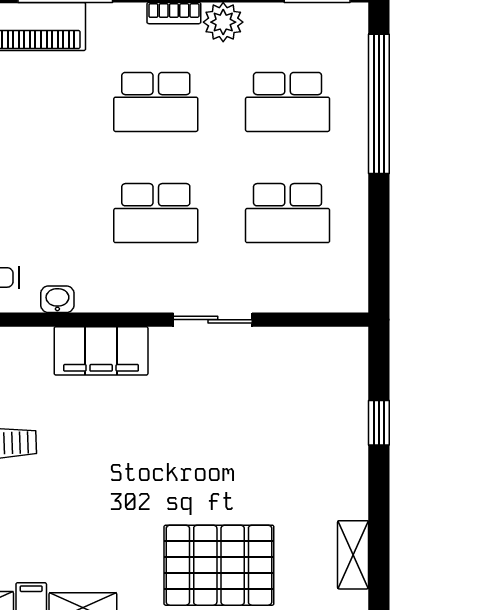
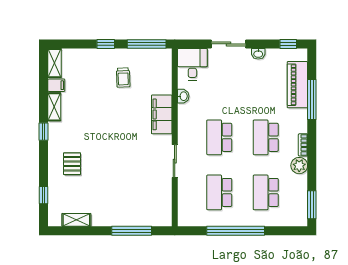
window: (379, 104) -> (236, 231), moved
window: (379, 423) -> (132, 231), width x2.17
pallet: (219, 565) -> (72, 164), width x0.49, depth x0.50

